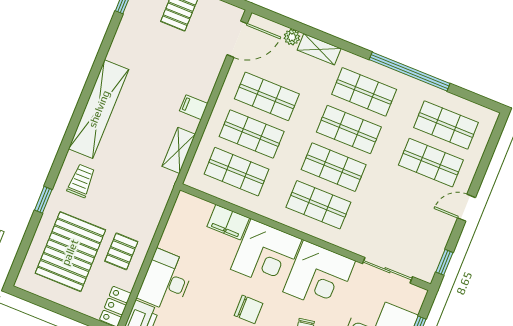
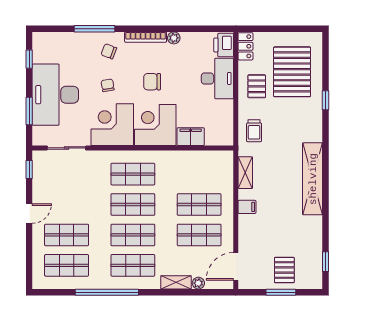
shop shelf: (236, 172) -> (199, 174), removed
trolley: (81, 181) -> (254, 131), moved

